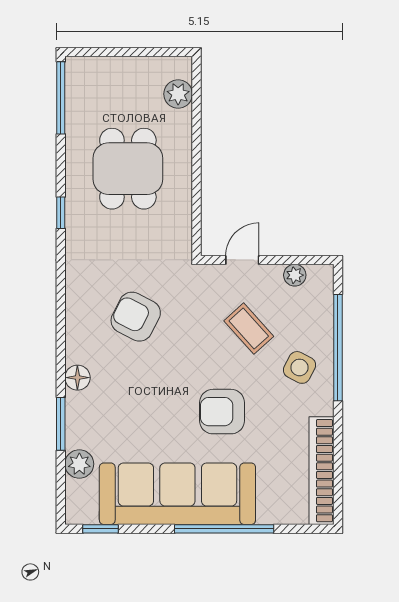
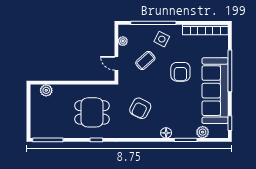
dining table: (128, 169) -> (92, 112), moved

